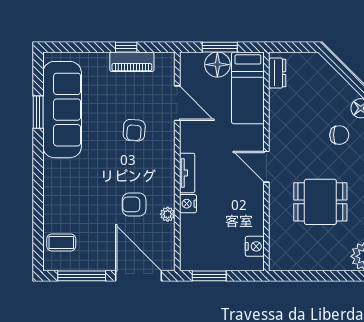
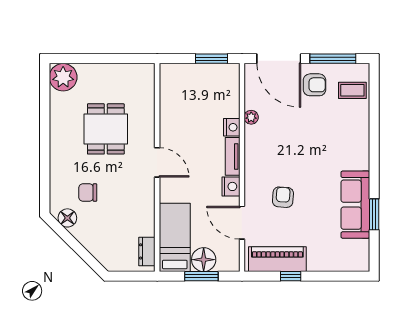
piano: (132, 62) -> (277, 259), width x1.37, depth x1.33
sofa: (62, 110) -> (355, 205), width x0.74, depth x0.79
dining table: (320, 202) -> (106, 129), turned 90
armchair: (134, 204) -> (315, 85), moved
nightstand: (255, 246) -> (231, 186), moved, turned 180

